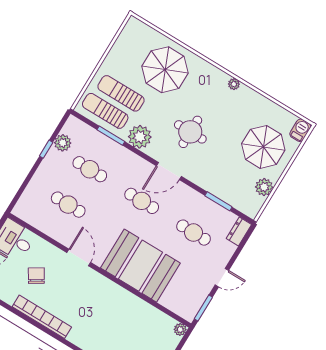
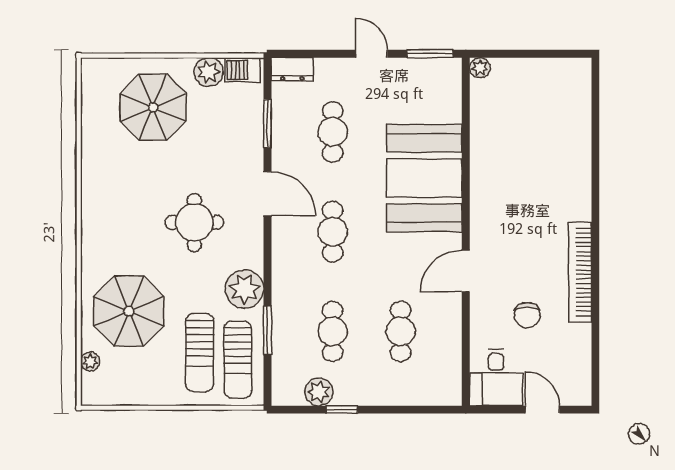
plant: (234, 84) -> (90, 361), moved
barbecue: (300, 130) -> (243, 70), moved
door: (169, 171) -> (267, 194), moved
chair: (36, 276) -> (527, 315), turned -58

